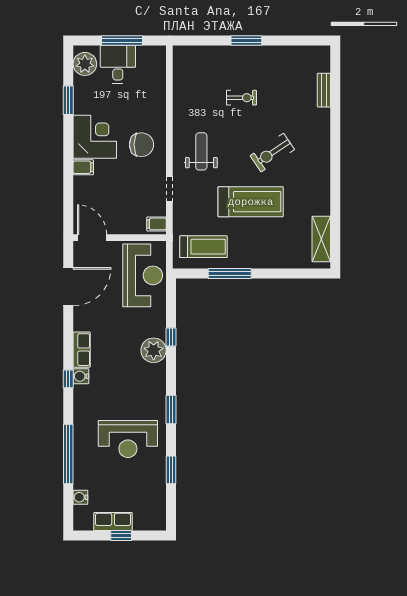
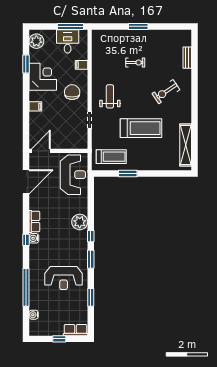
window: (122, 41) -> (70, 26), moved
desk: (118, 64) -> (68, 41), moved
corner desk: (95, 137) -> (43, 77), moved
chair: (142, 145) -> (72, 92), turned -90
exercise bike: (272, 153) -> (166, 92), moved
filing cabinet: (156, 224) -> (82, 65), moved
door: (92, 238) -> (41, 151), hinge flipped
shelving: (321, 239) -> (186, 145), width x1.47
window: (230, 273) -> (128, 173), width x0.69
window: (171, 337) -> (91, 236), moved
row of seats: (113, 522) -> (76, 330), moved

